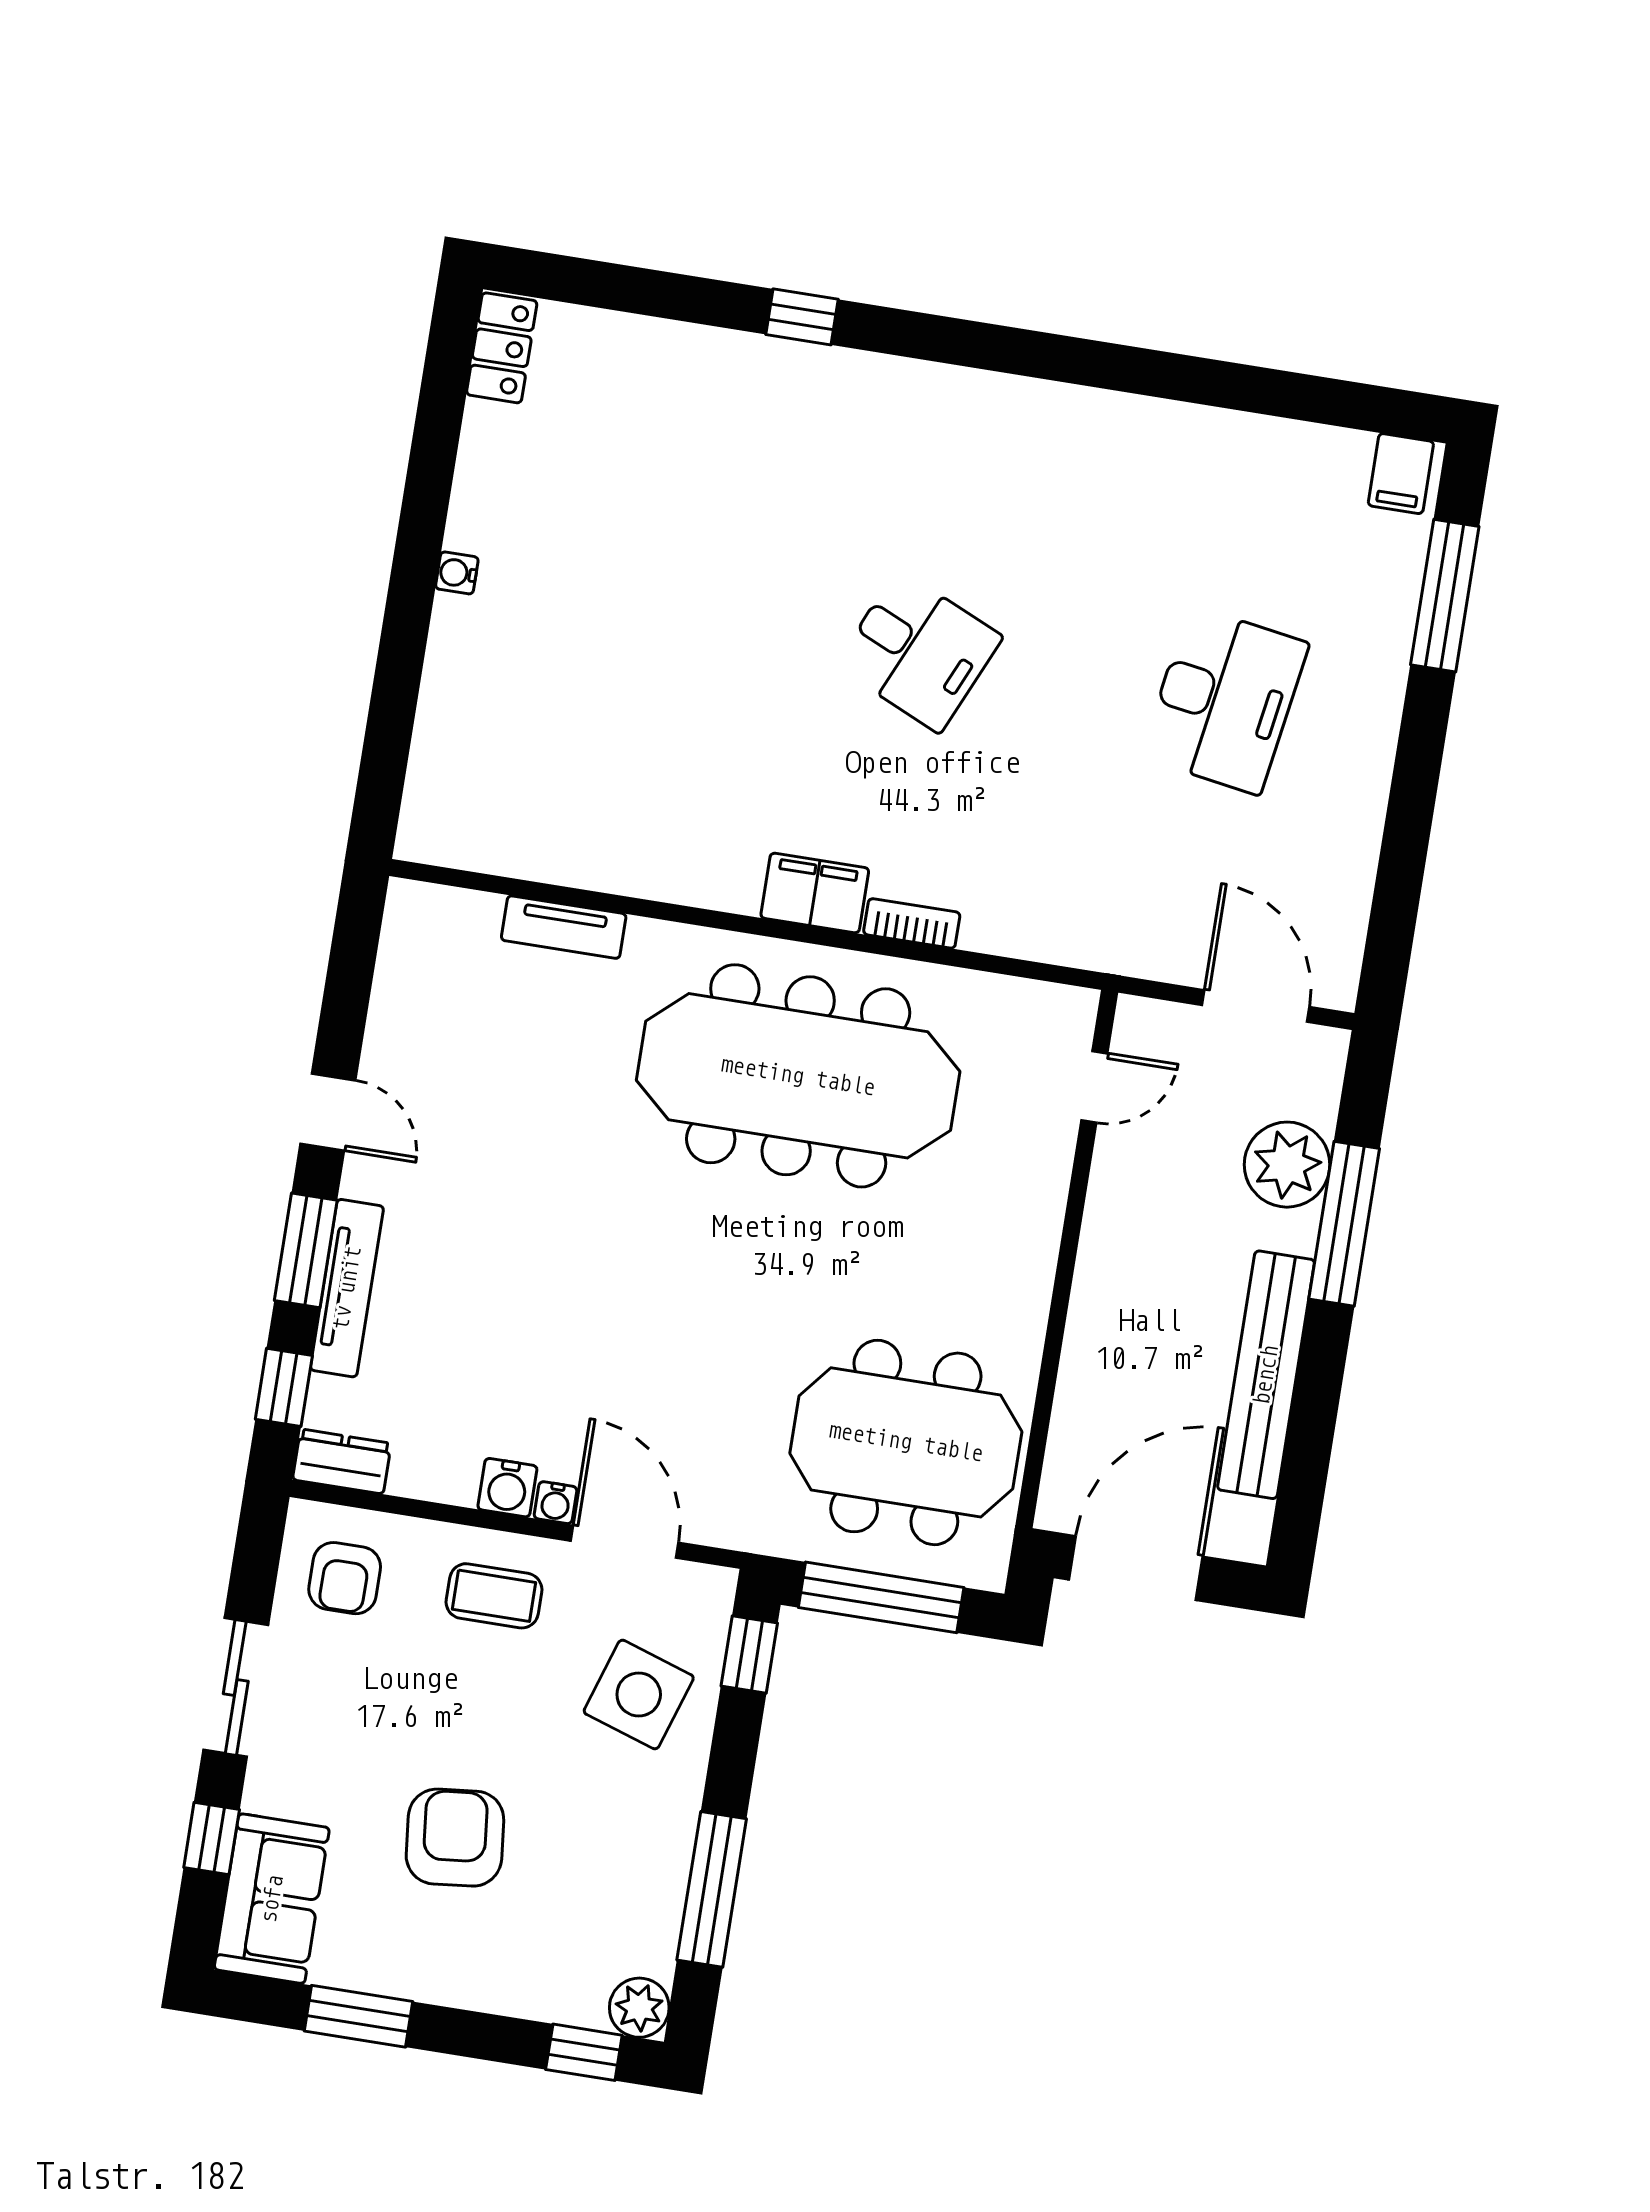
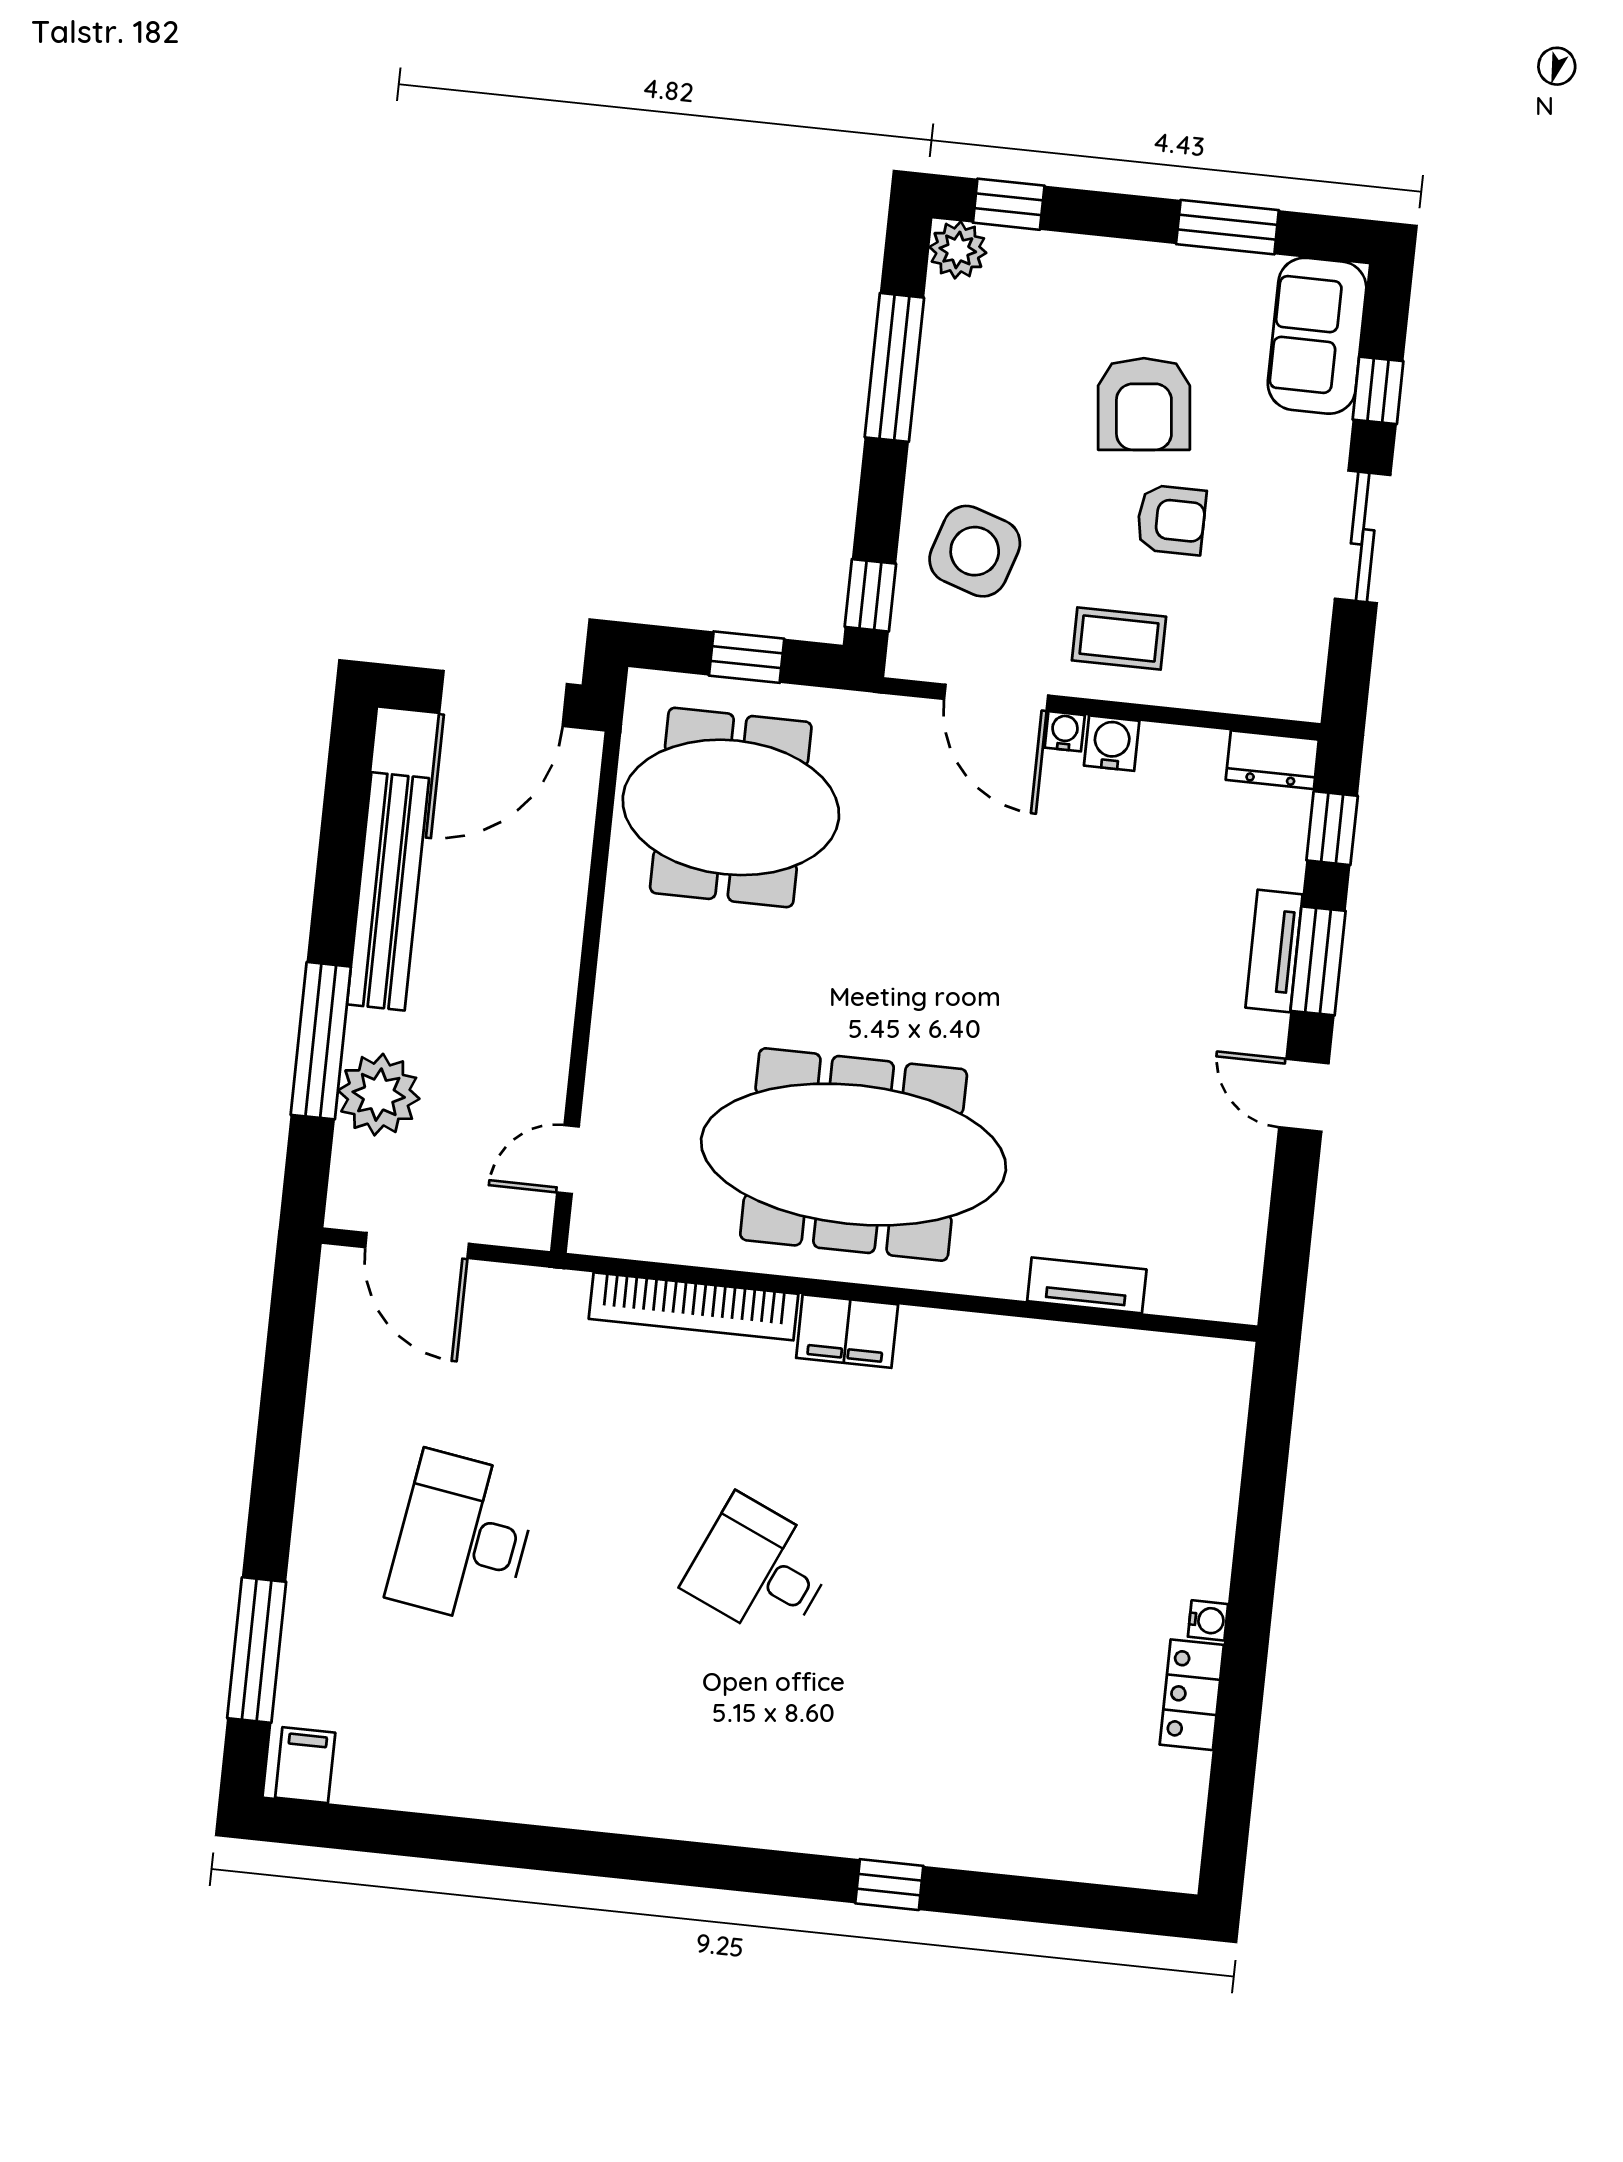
locker: (502, 348) -> (1192, 1695), moved
bookcase: (912, 923) -> (693, 1306), width x2.31, depth x1.31
tv unit: (347, 1288) -> (1274, 951), width x0.71
armchair: (345, 1578) -> (1171, 520), moved, turned 90
window: (881, 1597) -> (747, 657), width x0.46

